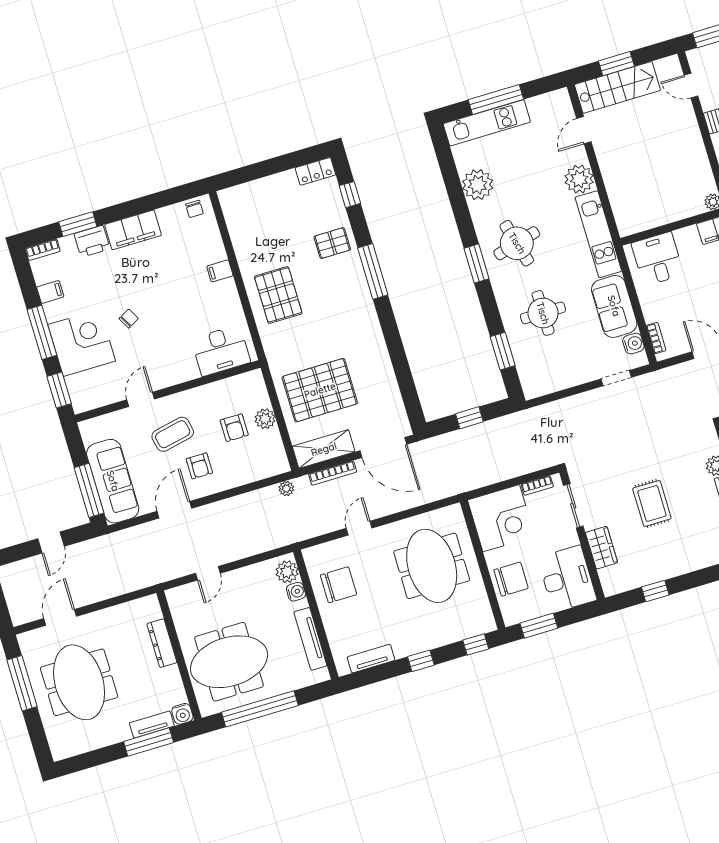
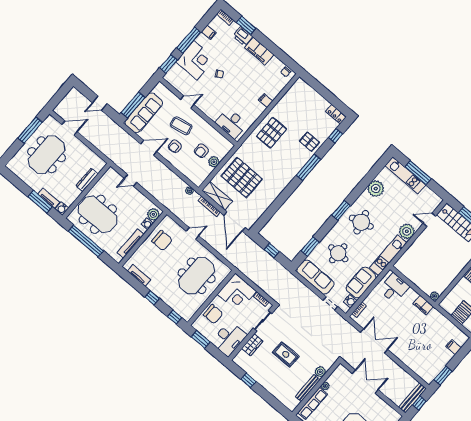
sofa: (558, 375) -> (315, 277), added
rug: (652, 503) -> (286, 354), turned 90

